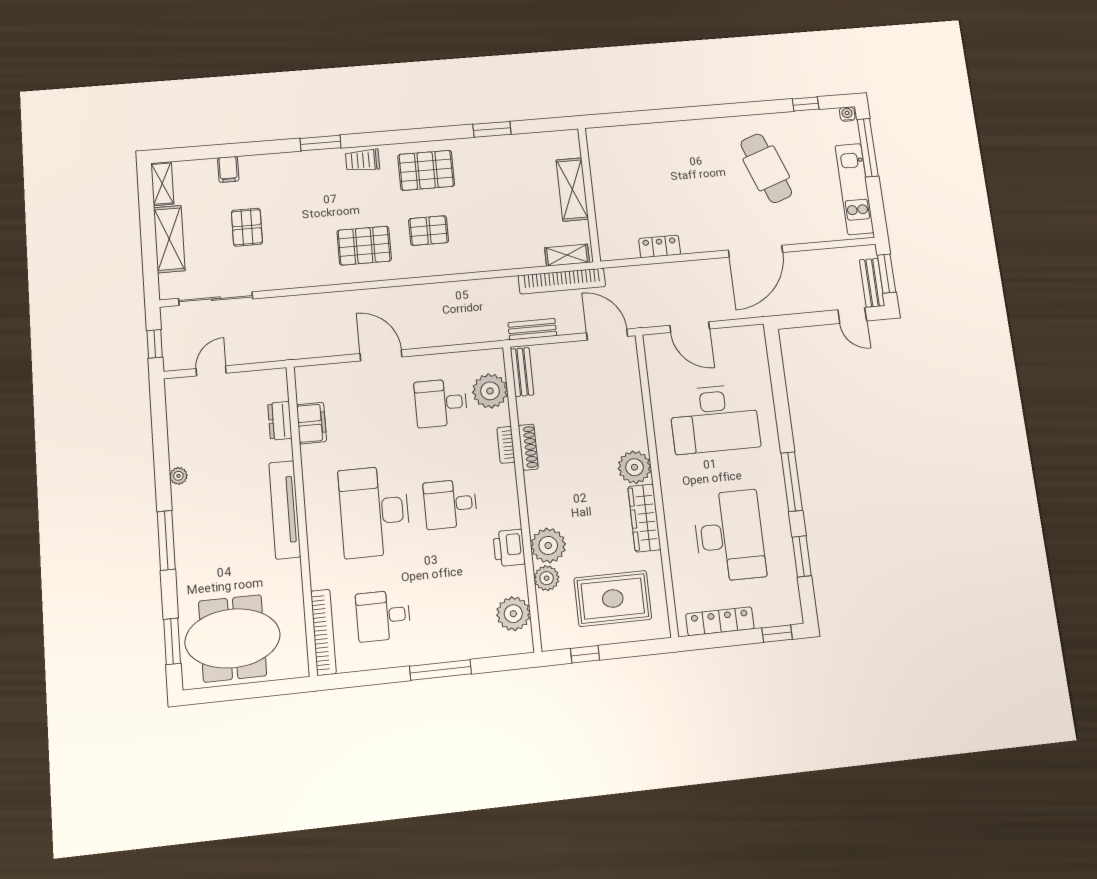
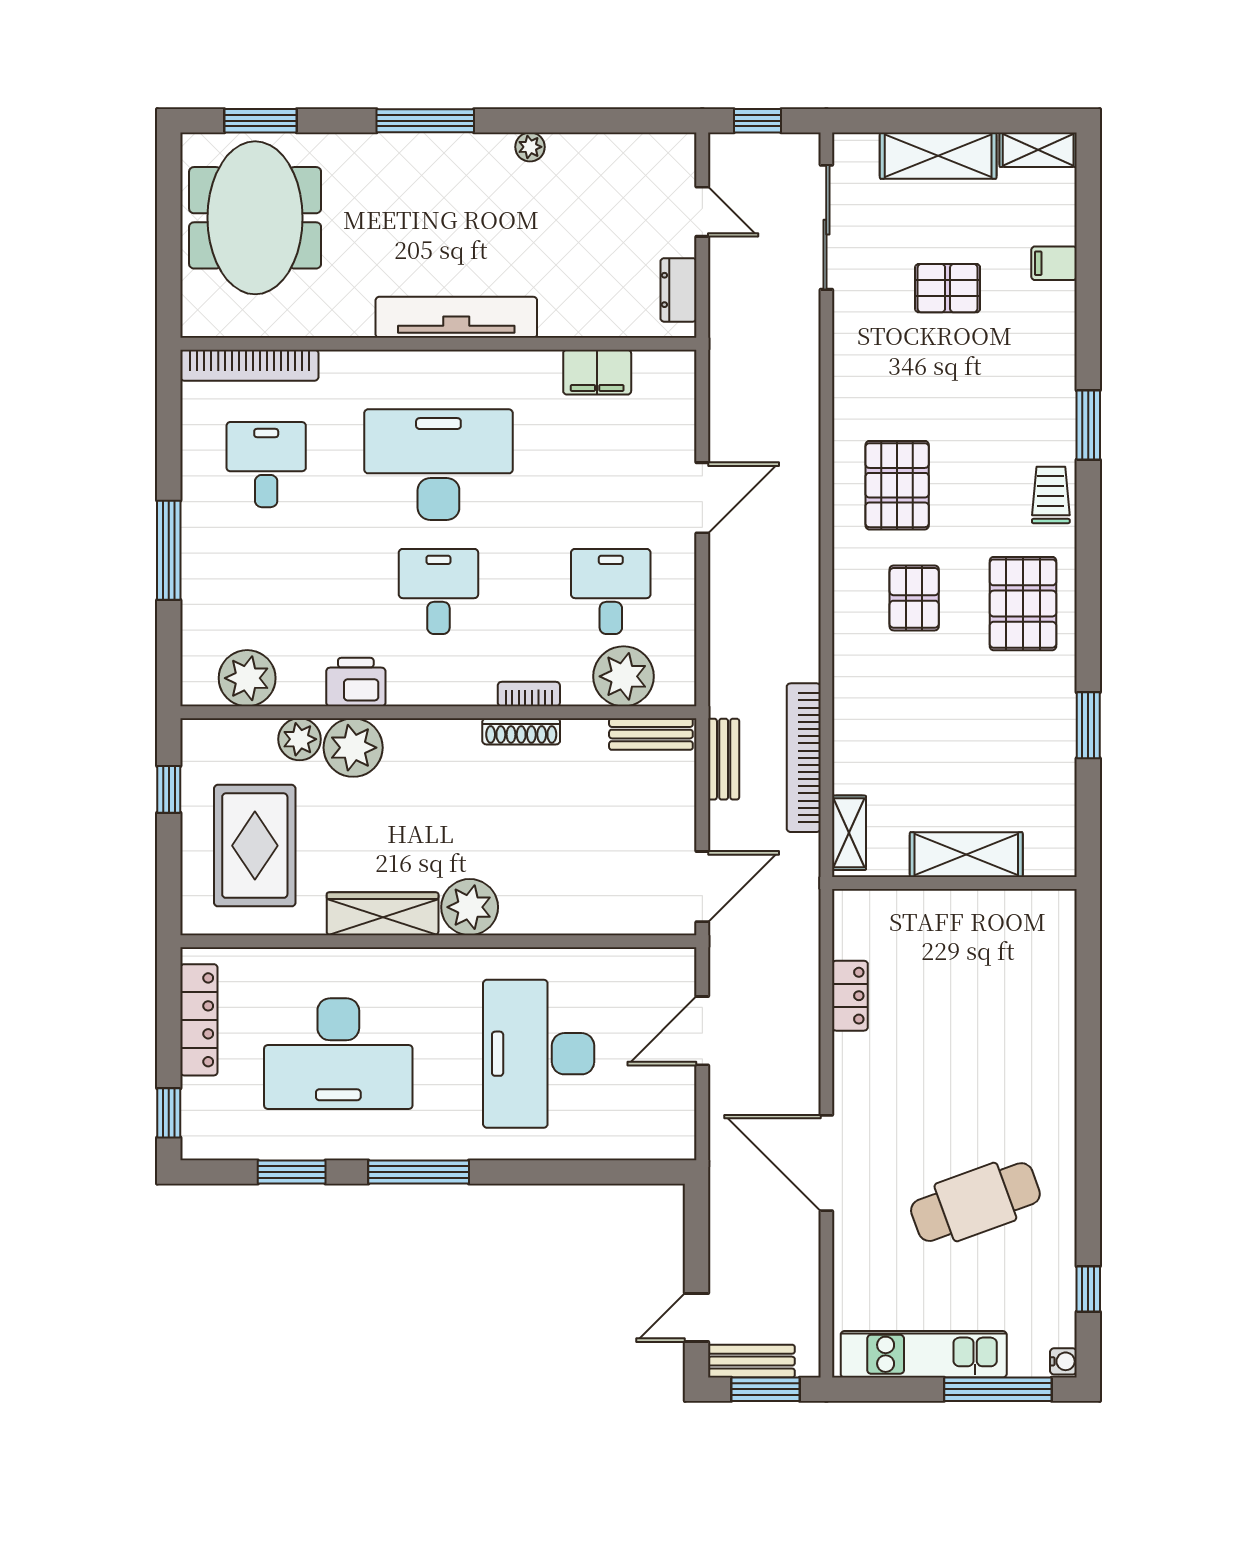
bookcase: (562, 281) -> (804, 758), moved
dresser: (280, 421) -> (678, 290), moved, turned -90

